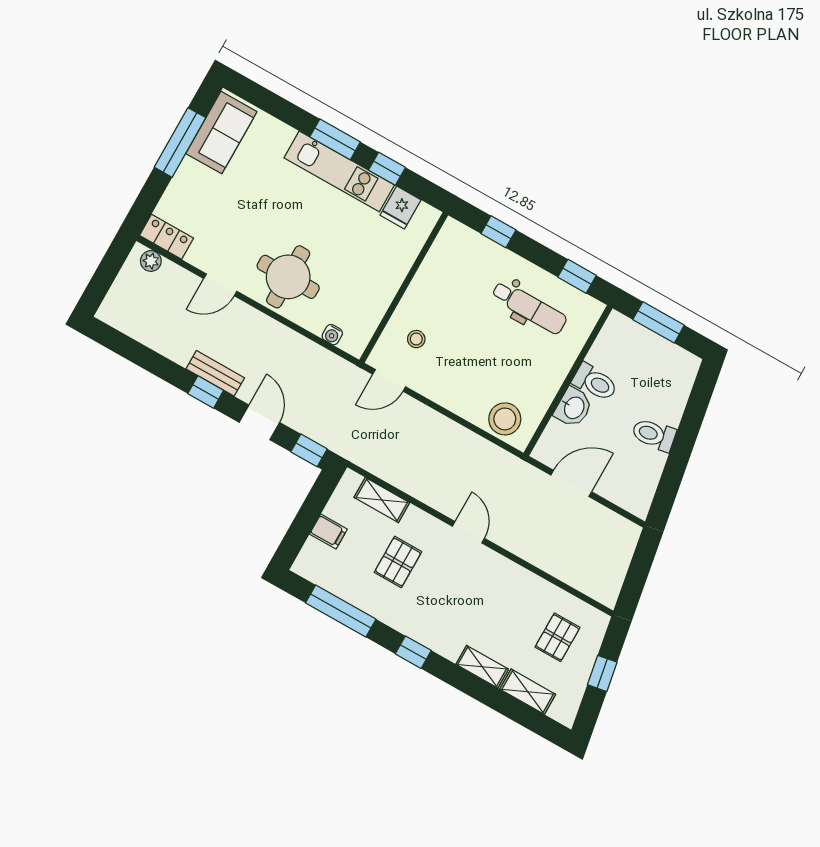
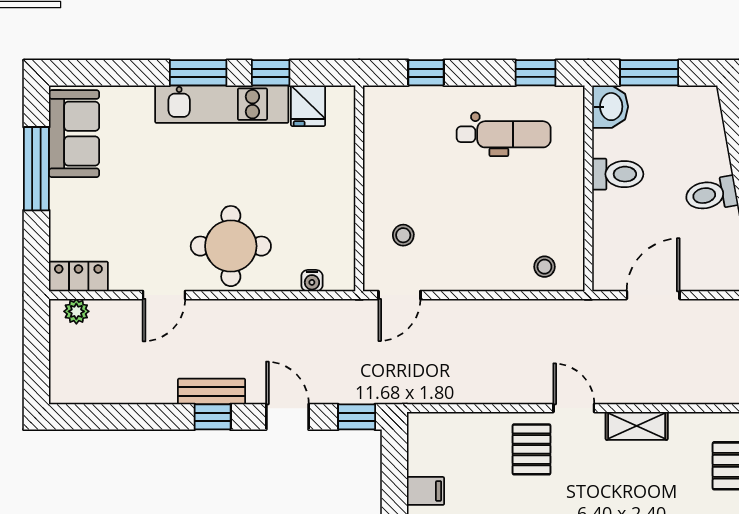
washbasin: (573, 407) -> (610, 107), moved
stool: (505, 419) -> (544, 267), width x0.53, depth x0.53
shelving: (382, 500) -> (637, 426), moved
pallet: (398, 562) -> (532, 449), moved

